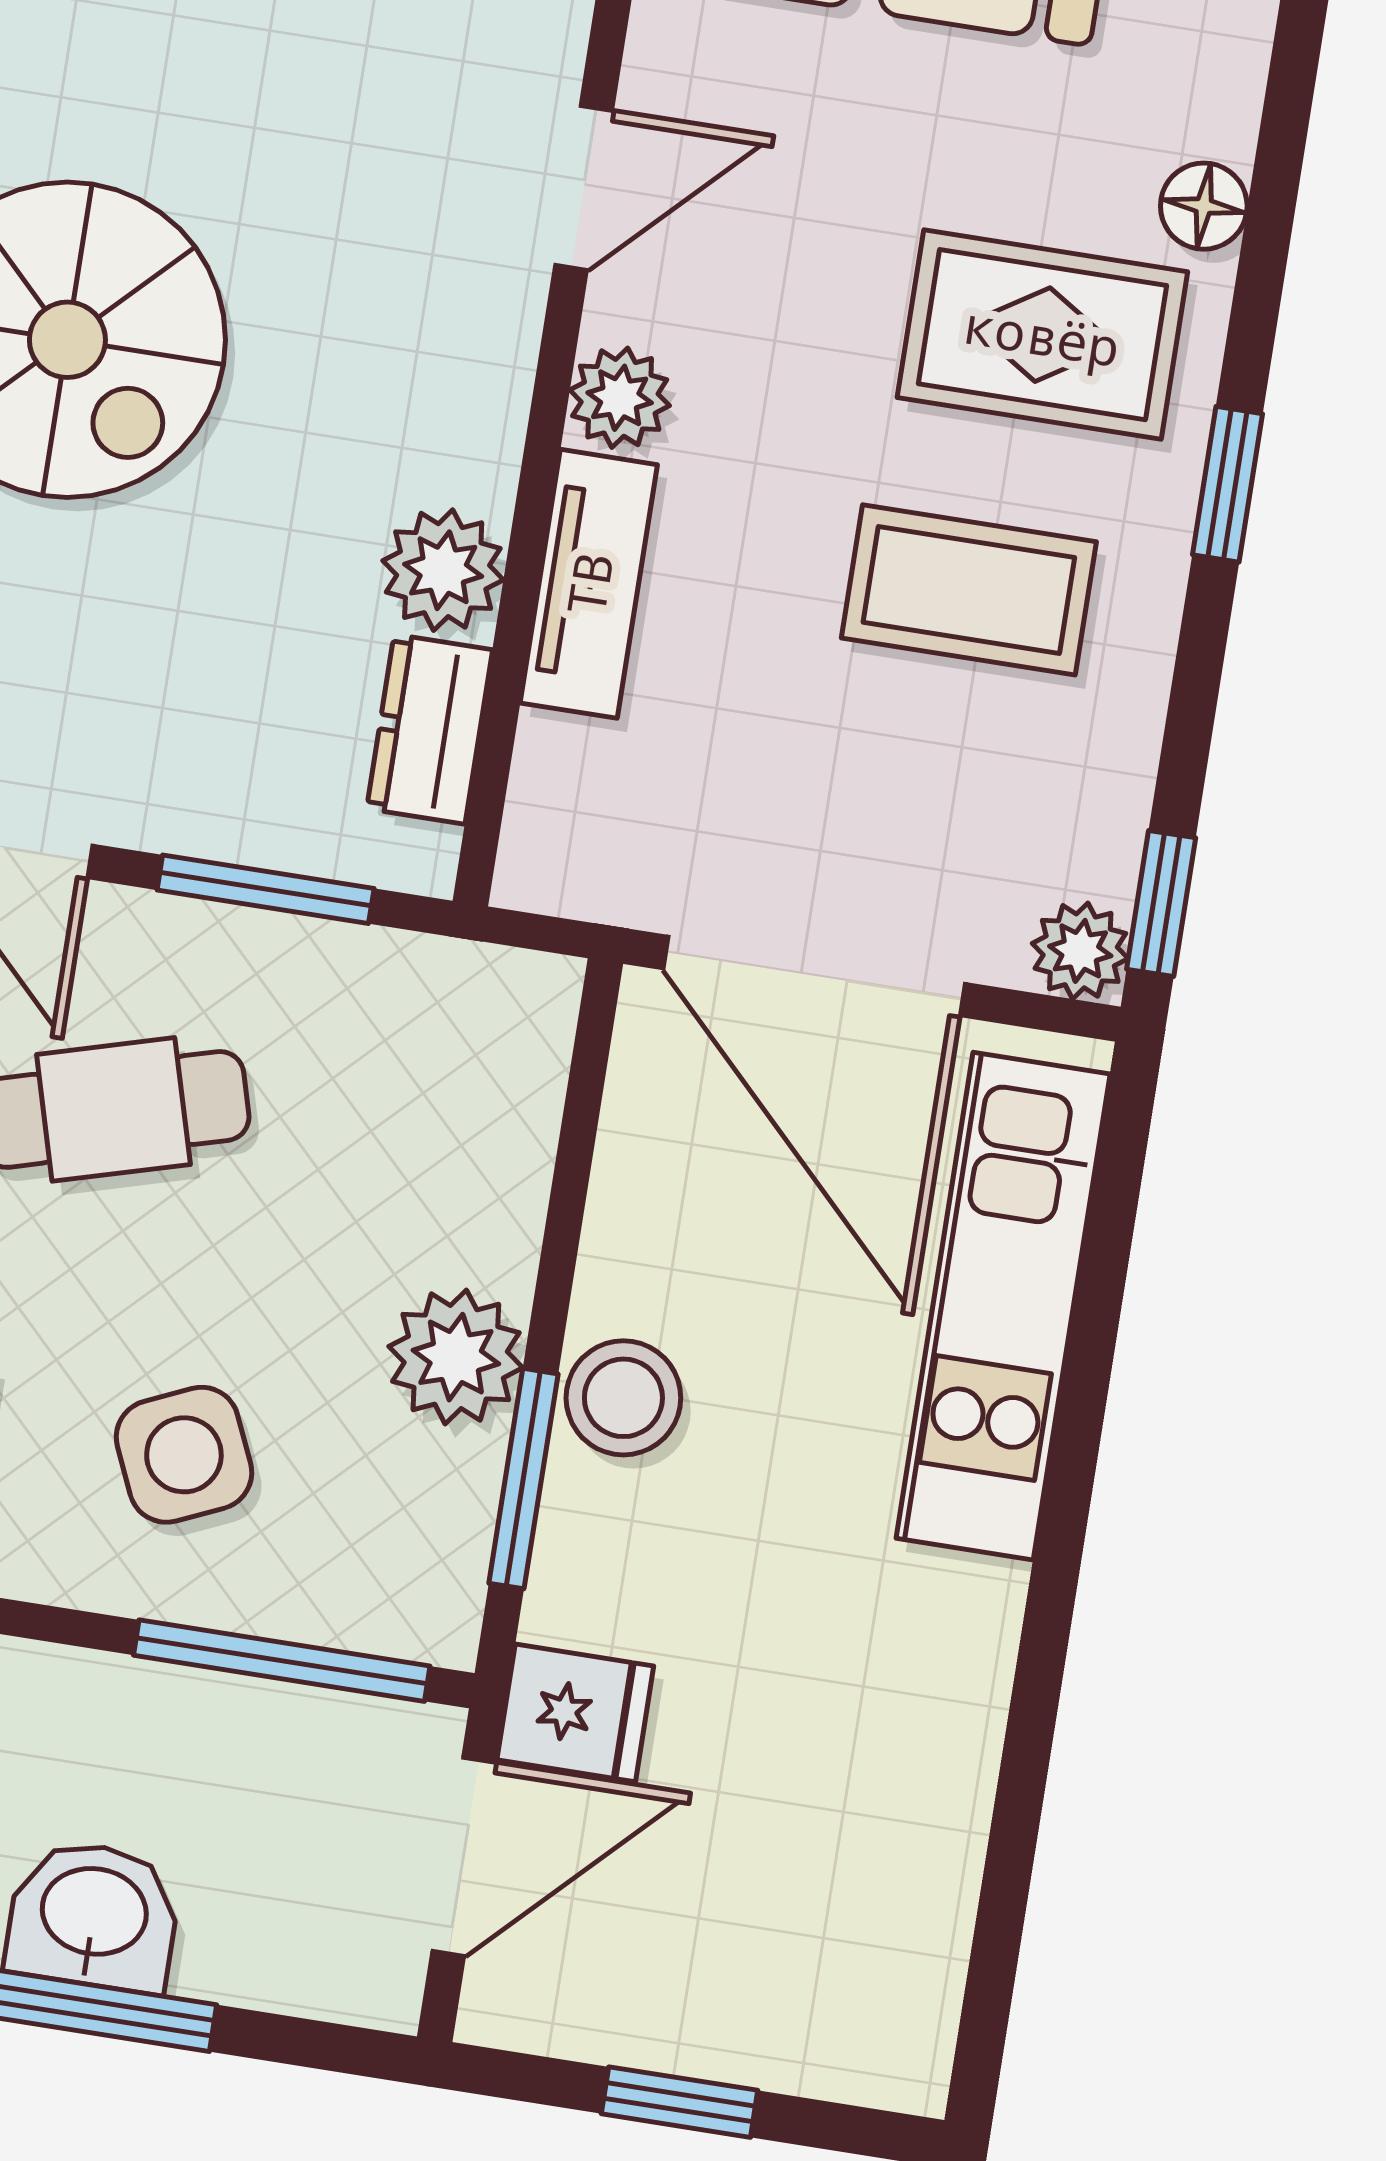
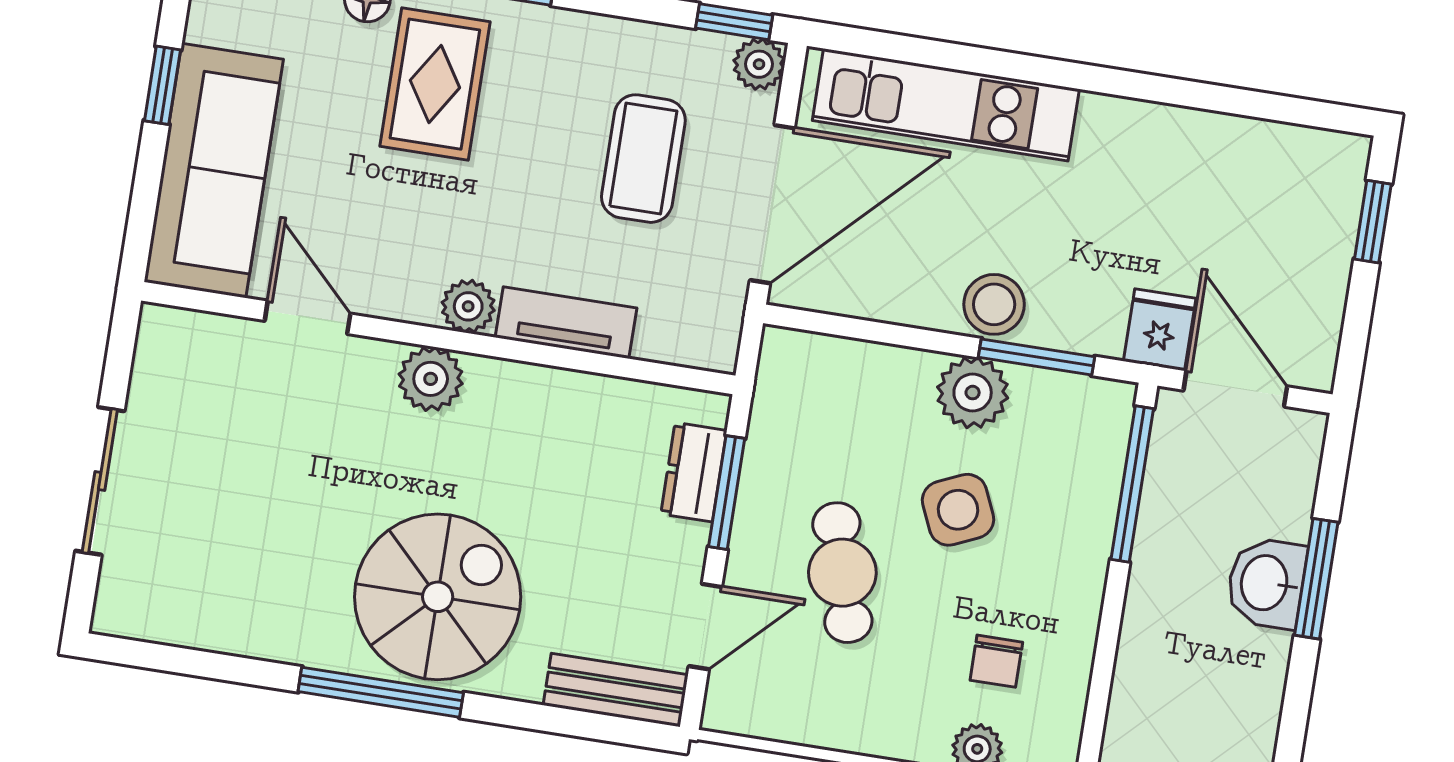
door: (584, 188) -> (308, 317), moved
plant: (443, 570) -> (431, 379), moved
coffee table: (969, 590) -> (643, 159), moved
dresser: (430, 729) -> (694, 472), moved, turned 90
side table: (184, 1455) -> (958, 510), moved
window: (680, 2102) -> (1373, 222), moved

